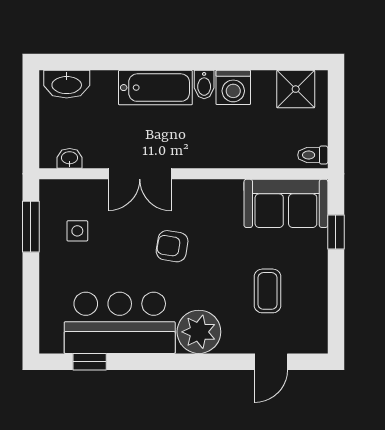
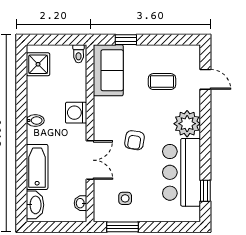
washing machine: (233, 87) -> (76, 113), moved, turned 180
bathtub: (155, 88) -> (37, 167), moved

